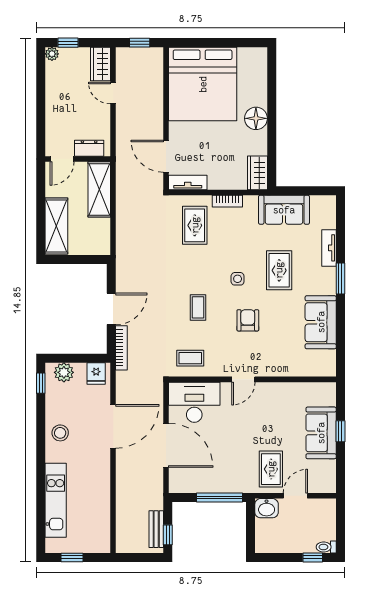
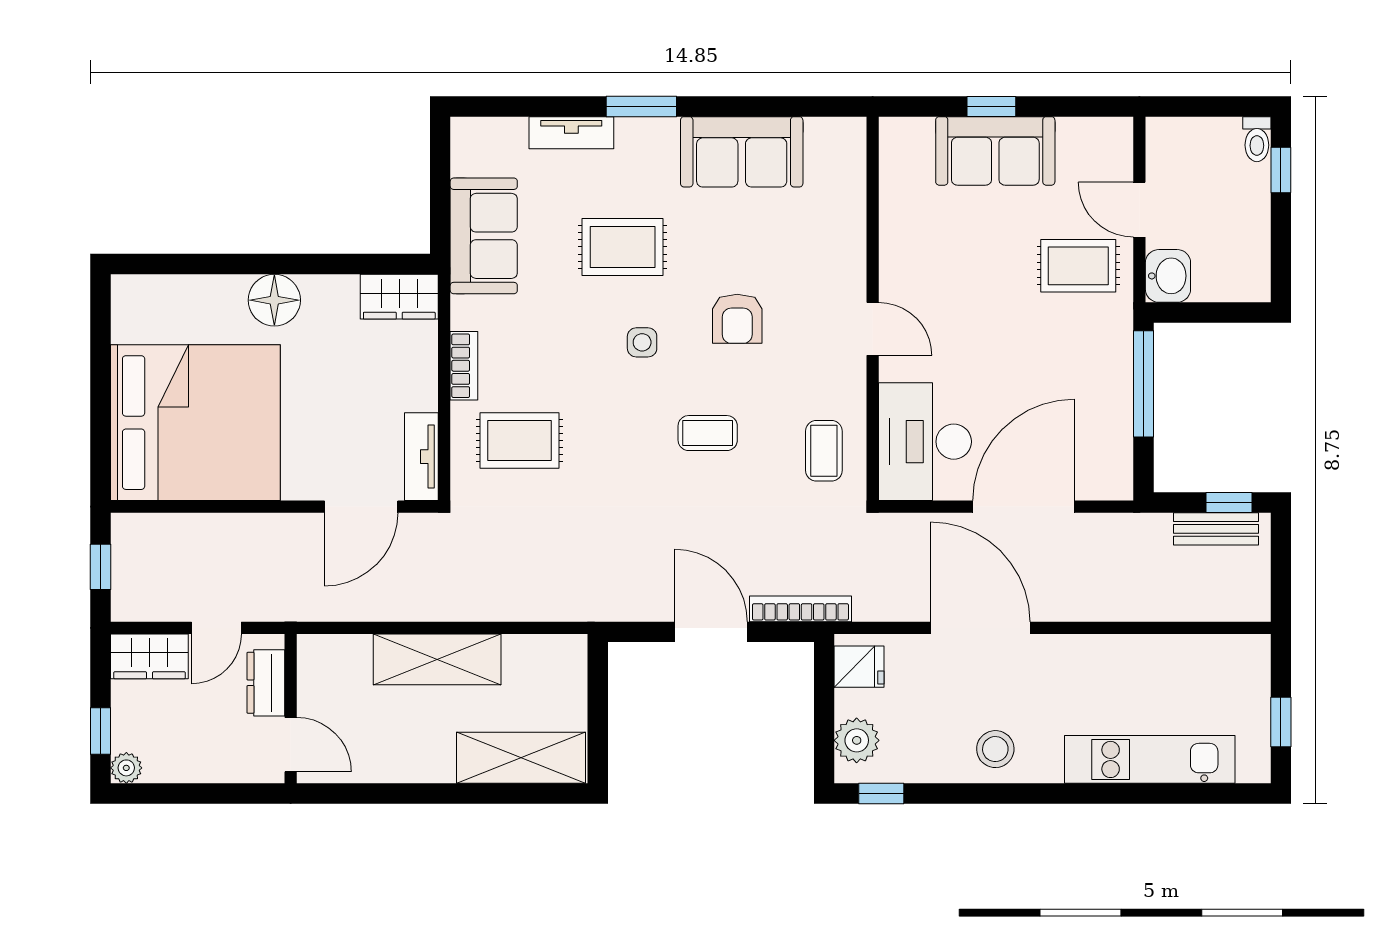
dresser: (89, 148) -> (266, 683), moved
door: (62, 159) -> (291, 745), moved
wall: (78, 159) -> (291, 709), moved
armchair: (248, 320) -> (737, 319), turned -90

